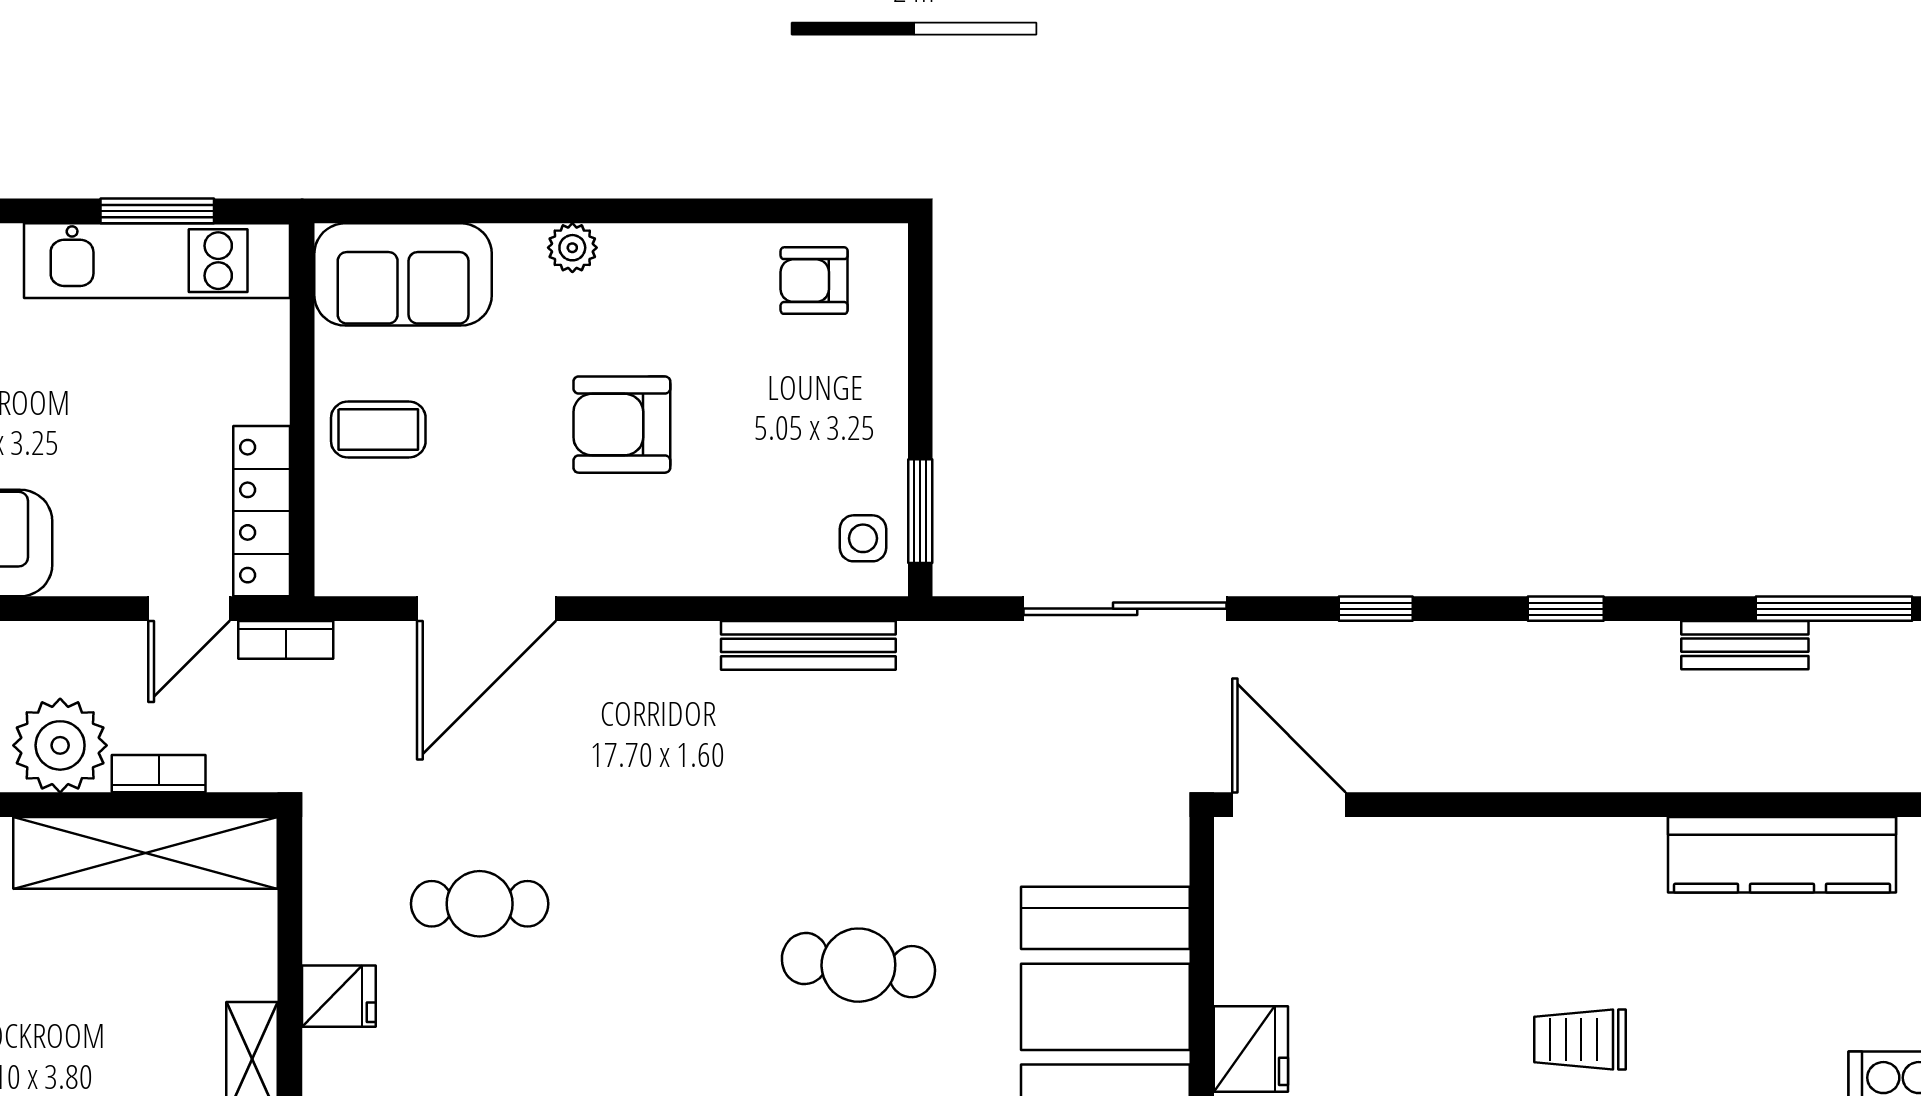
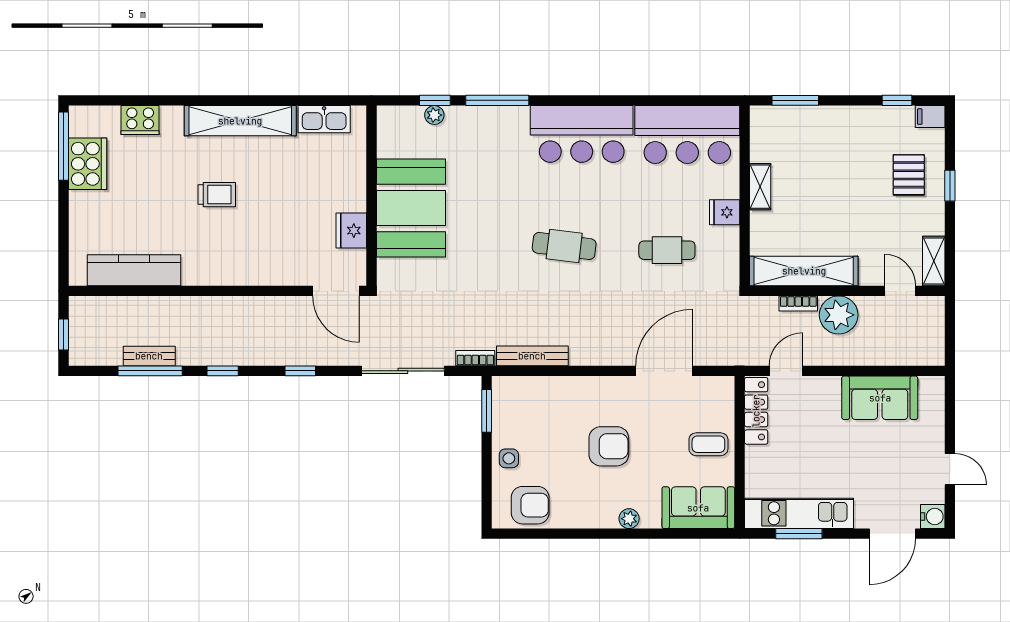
armchair: (814, 281) -> (530, 505), width x1.38, depth x1.38
side table: (863, 538) -> (509, 458), moved
window: (1834, 609) -> (150, 371), moved
bookcase: (286, 640) -> (475, 358), moved
cafe table: (858, 965) -> (564, 246), moved
fridge: (1251, 1049) -> (351, 231), moved

